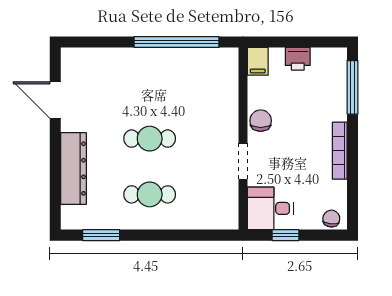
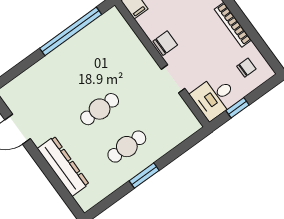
chair: (261, 121) -> (165, 43), turned 90
chair: (331, 219) -> (246, 68), moved, turned 84
window: (101, 235) -> (144, 176), moved

